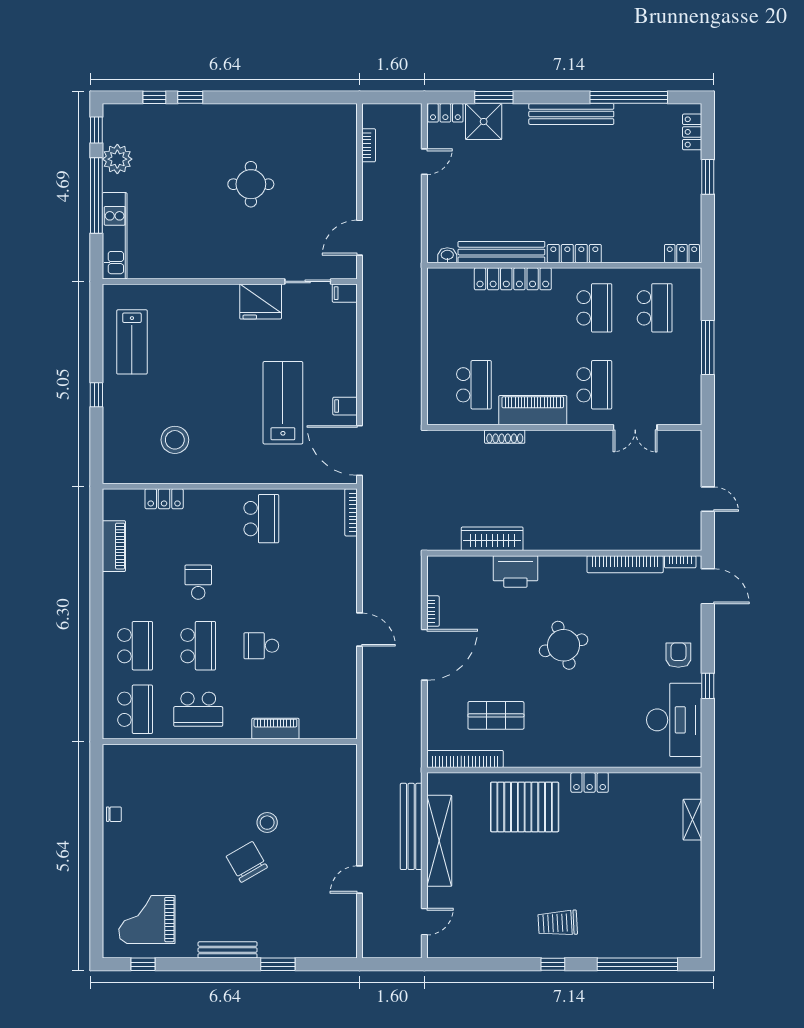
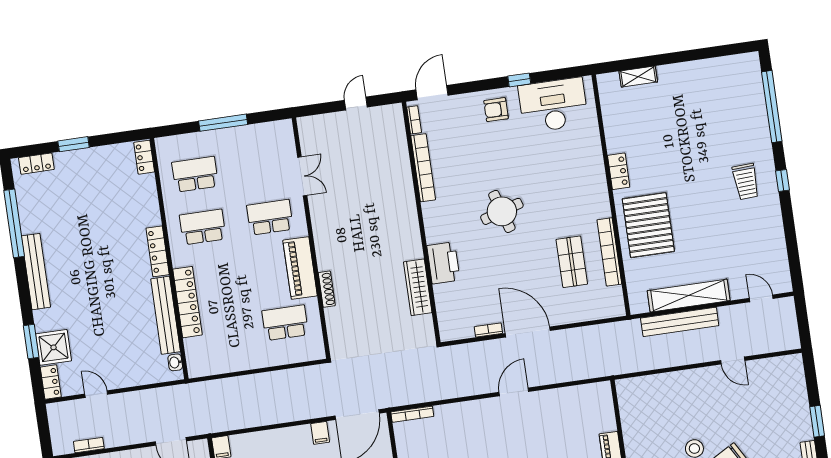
bookcase: (465, 759) -> (609, 252), moved

